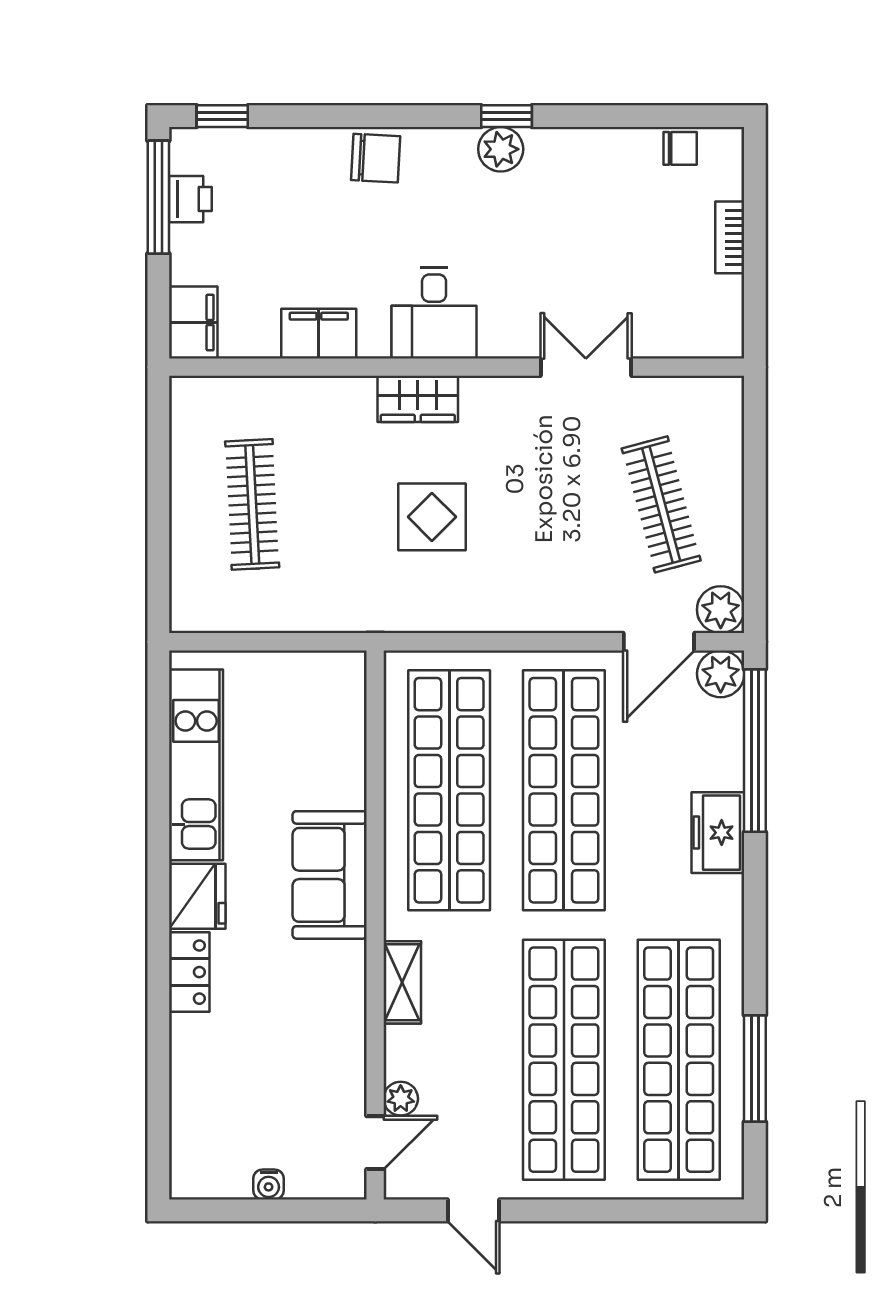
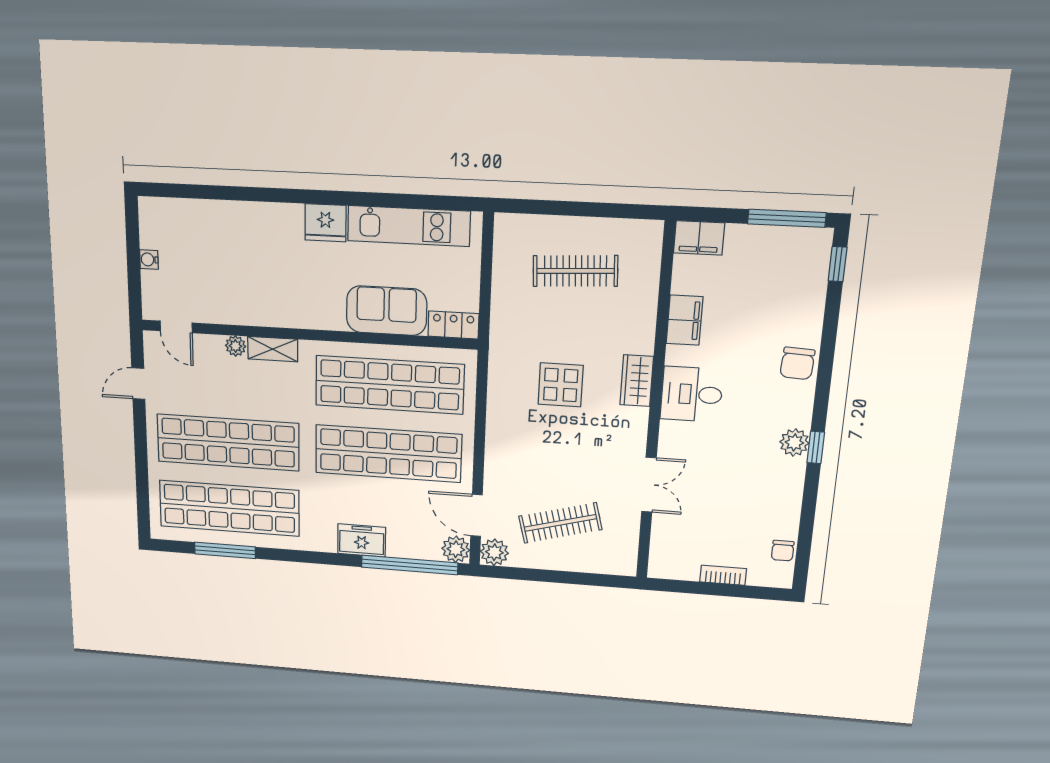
printer: (190, 199) -> (783, 240), removed
sofa: (330, 875) -> (387, 311), moved
locker: (189, 972) -> (453, 325), moved, turned 180
plant: (401, 1099) -> (236, 346), moved

